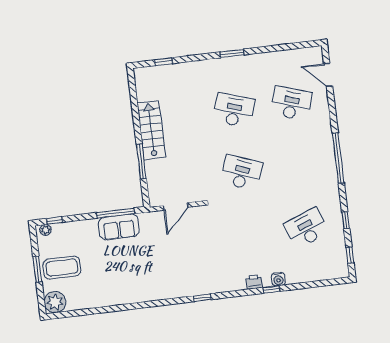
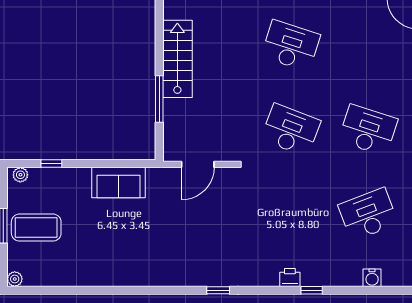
desk: (291, 103) -> (368, 130), moved
window: (115, 213) -> (116, 164), removed
window: (55, 220) -> (51, 164), moved
water cooler: (278, 279) -> (372, 278), moved
plant: (55, 302) -> (15, 279), width x0.53, depth x0.53

